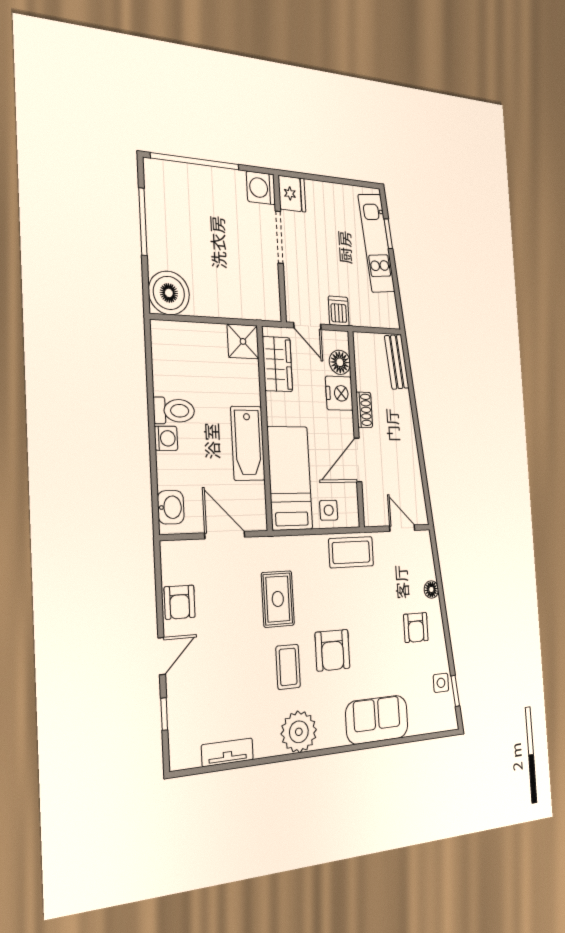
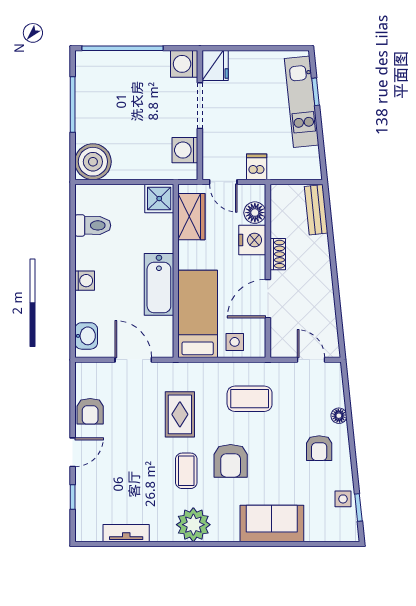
washing machine: (267, 287) -> (185, 150), added
toilet: (174, 411) -> (93, 225), moved
coffee table: (351, 552) -> (250, 399), moved

